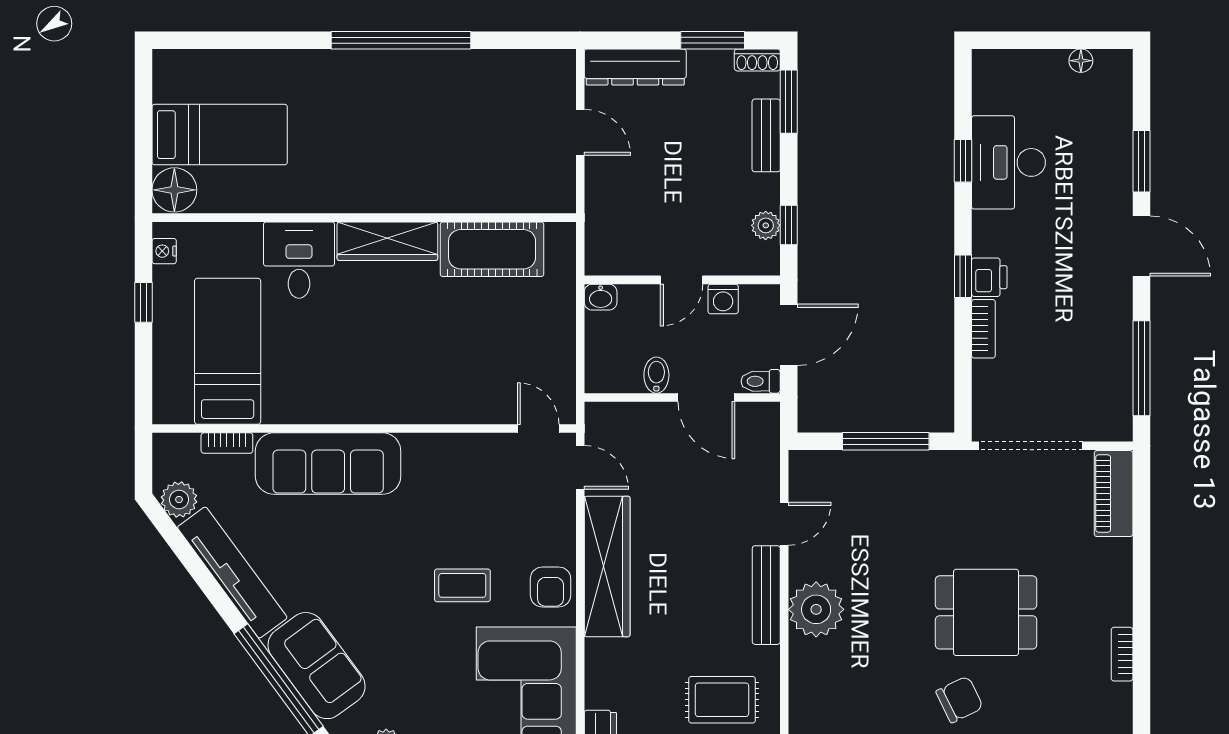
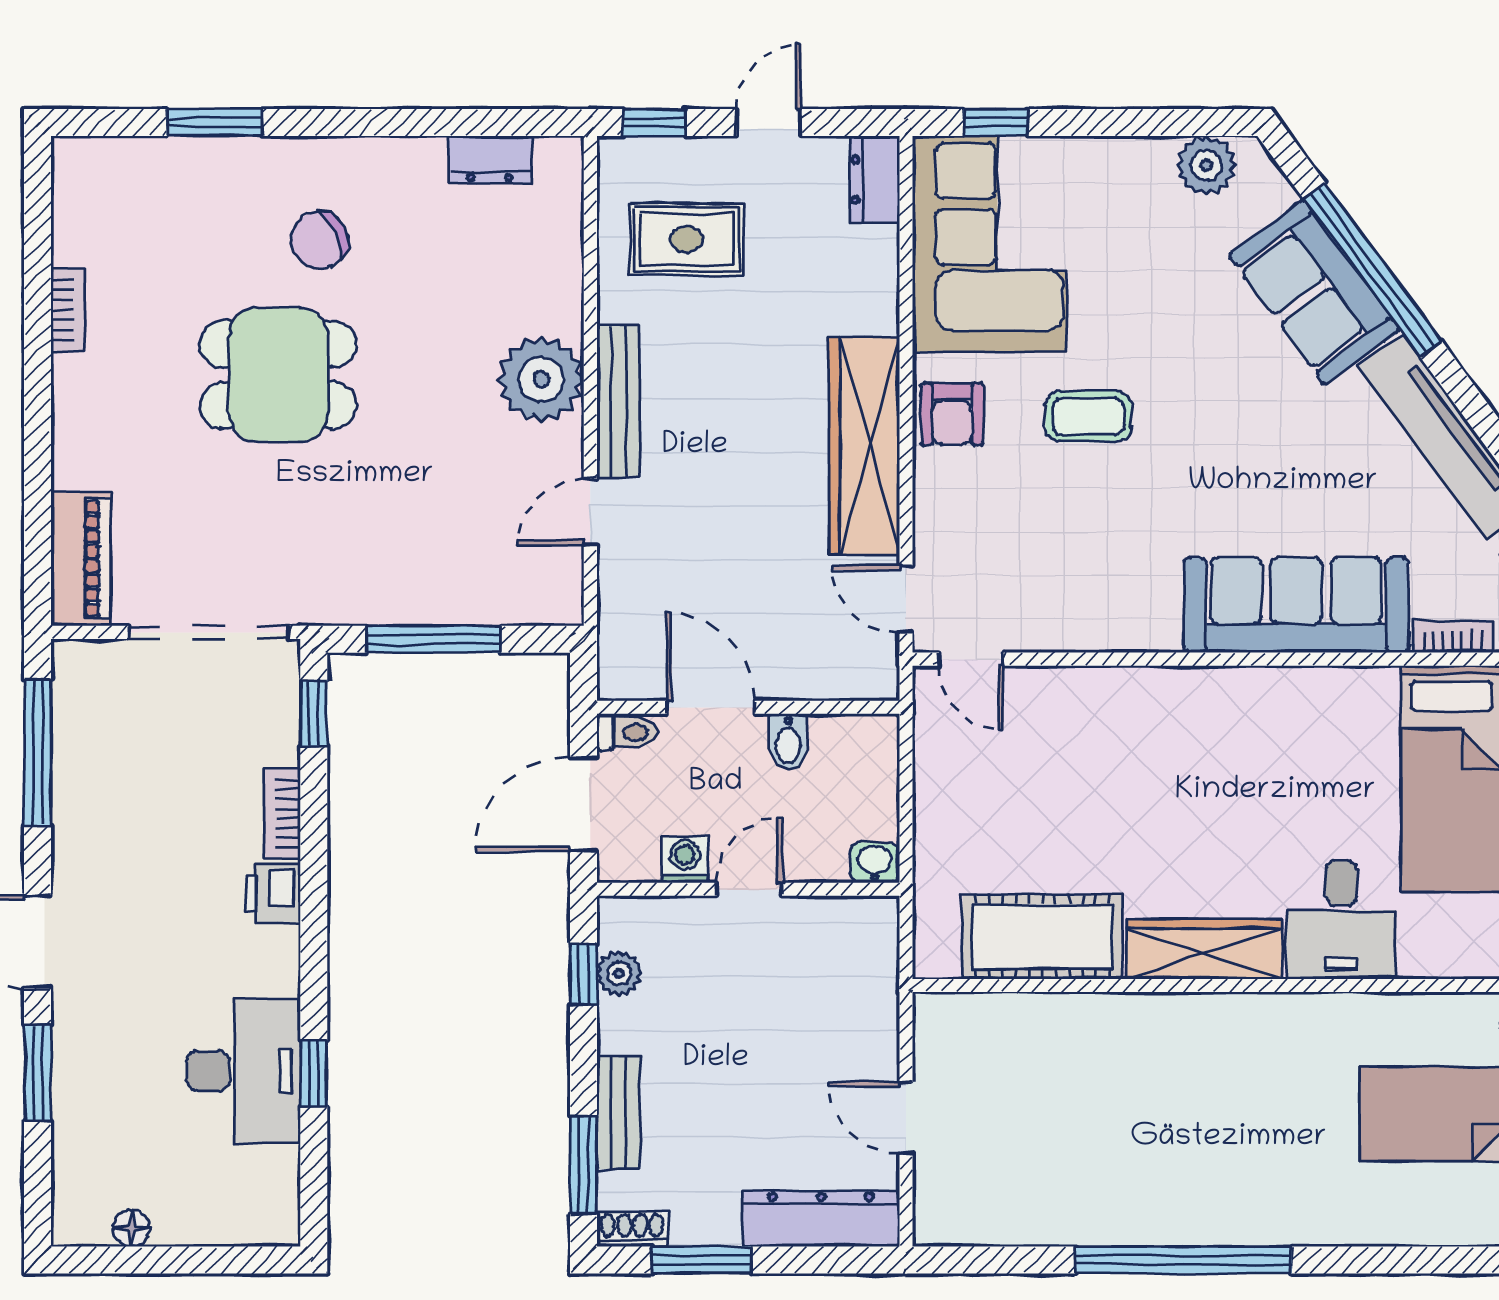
window: (963, 276) -> (314, 713), moved
armchair: (551, 587) -> (952, 414), turned 180

